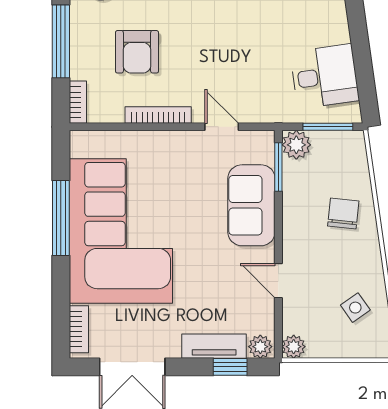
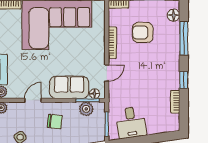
plant: (296, 145) -> (86, 109), moved
floor lamp: (265, 152) -> (95, 94), added
chair: (343, 213) -> (55, 122), moved

